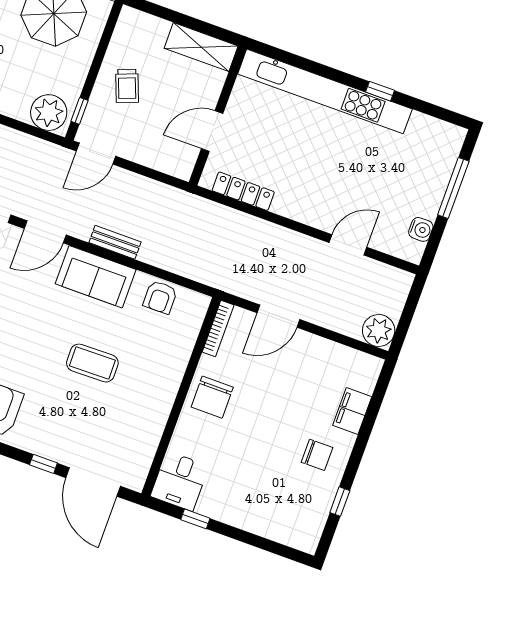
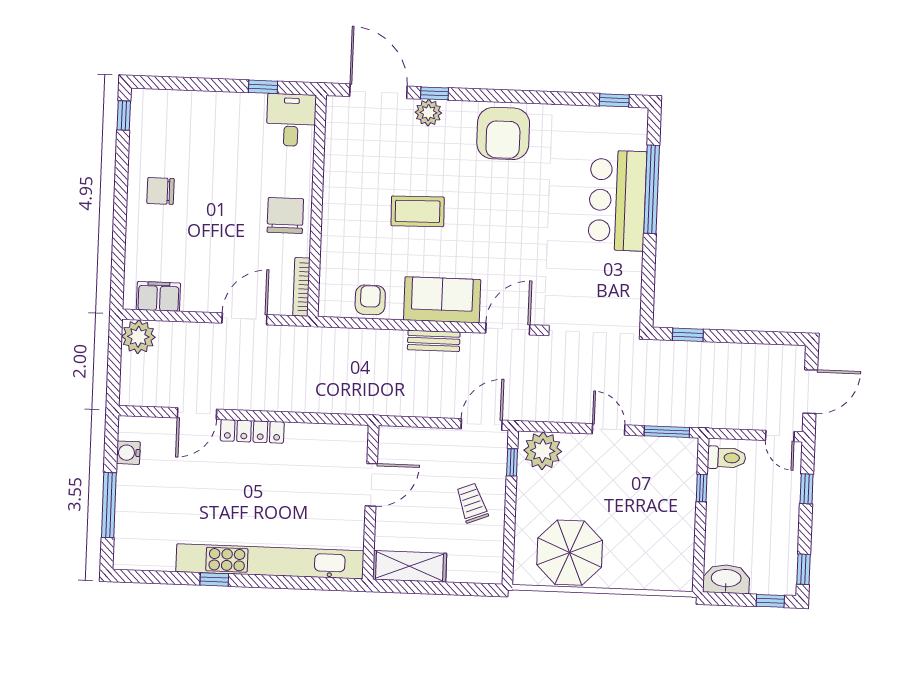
locker: (243, 191) -> (252, 431), moved
filing cabinet: (352, 411) -> (158, 296), moved, turned -90
plant: (54, 448) -> (428, 113), added
window: (340, 502) -> (124, 116), moved

